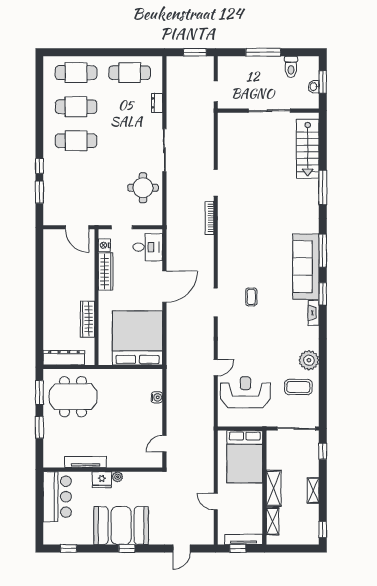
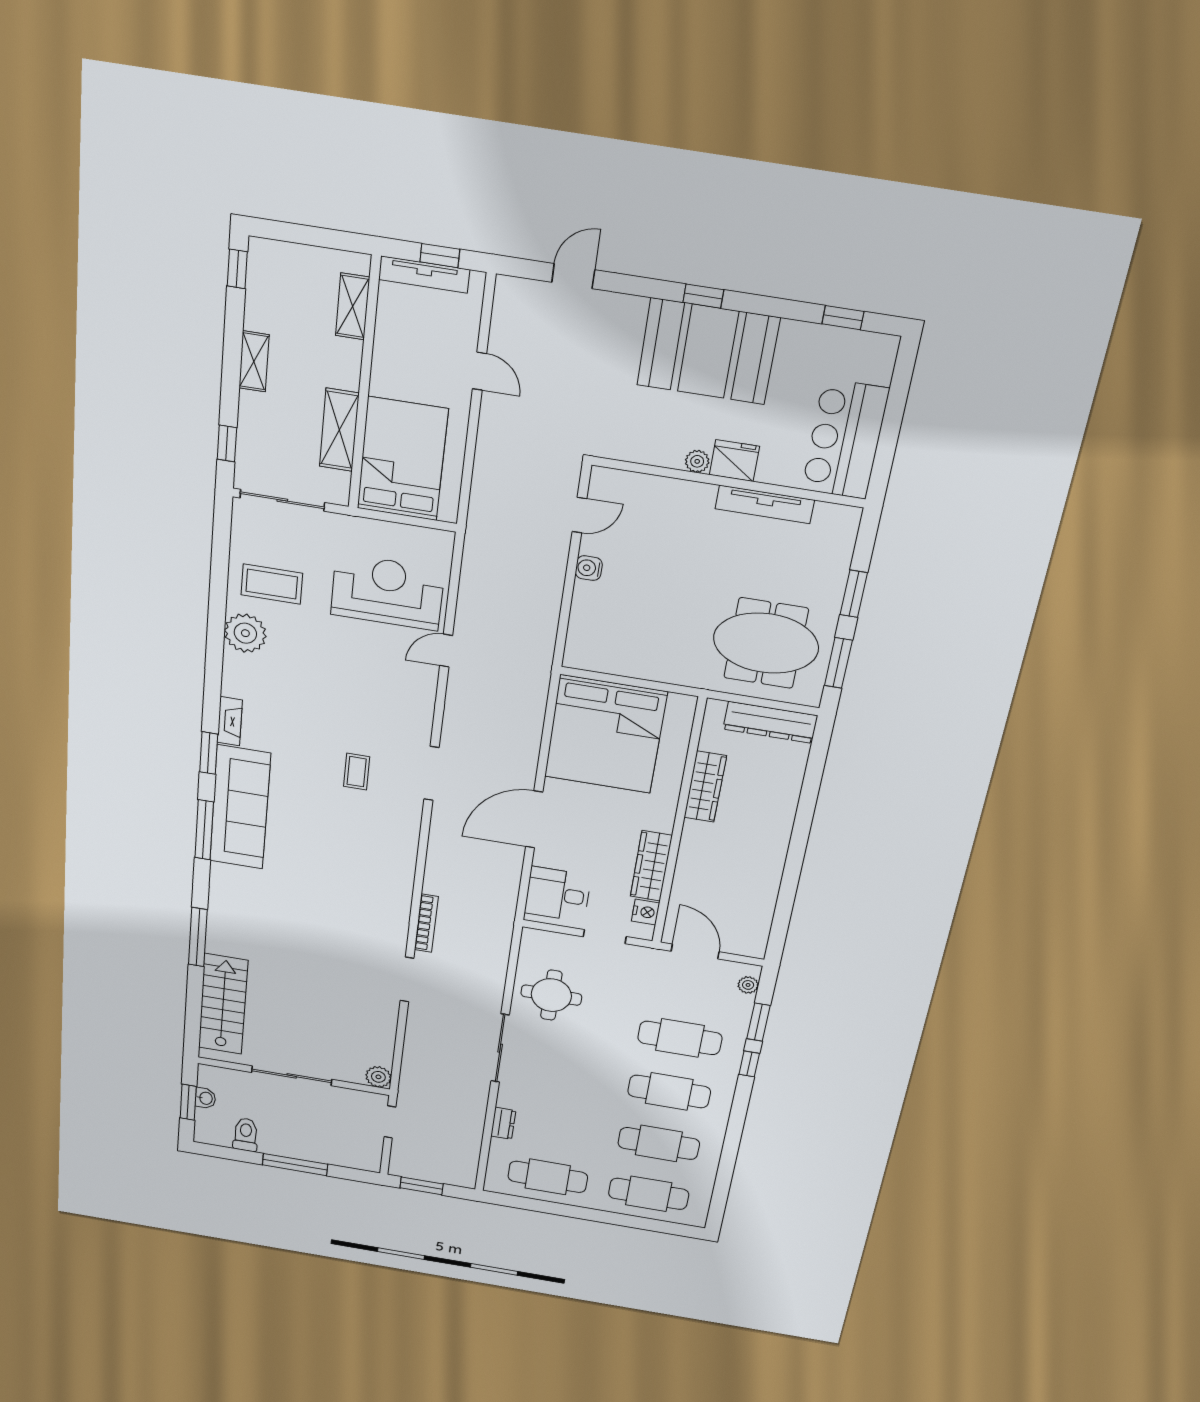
plant: (224, 119) -> (378, 1077), added
cafe table: (76, 175) -> (680, 1038), added
plant: (48, 213) -> (748, 985), added
reception desk: (245, 392) -> (387, 592), turned 180
water cooler: (157, 397) -> (589, 568), moved
shelving: (274, 488) -> (339, 430), moved

